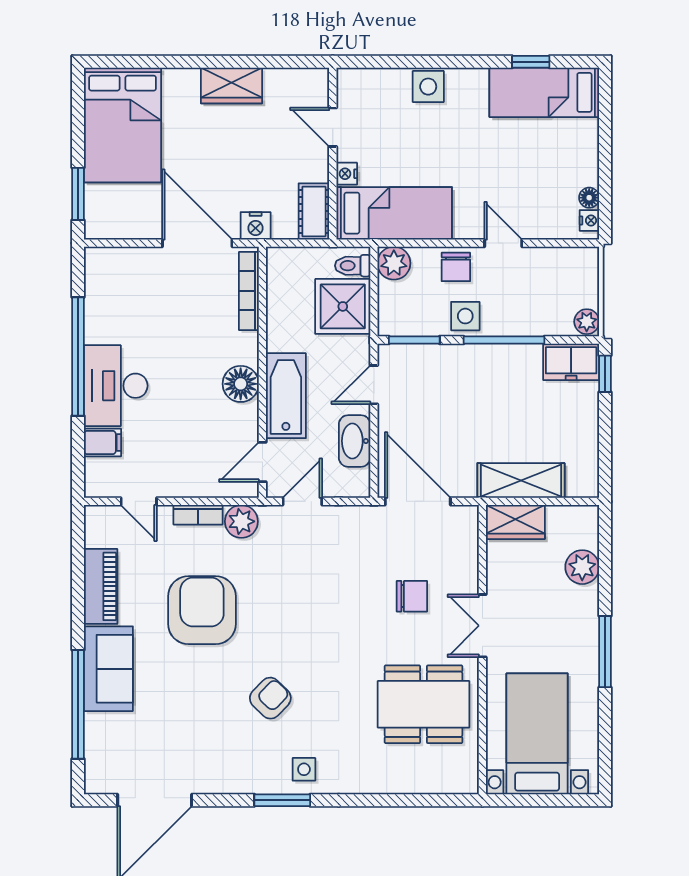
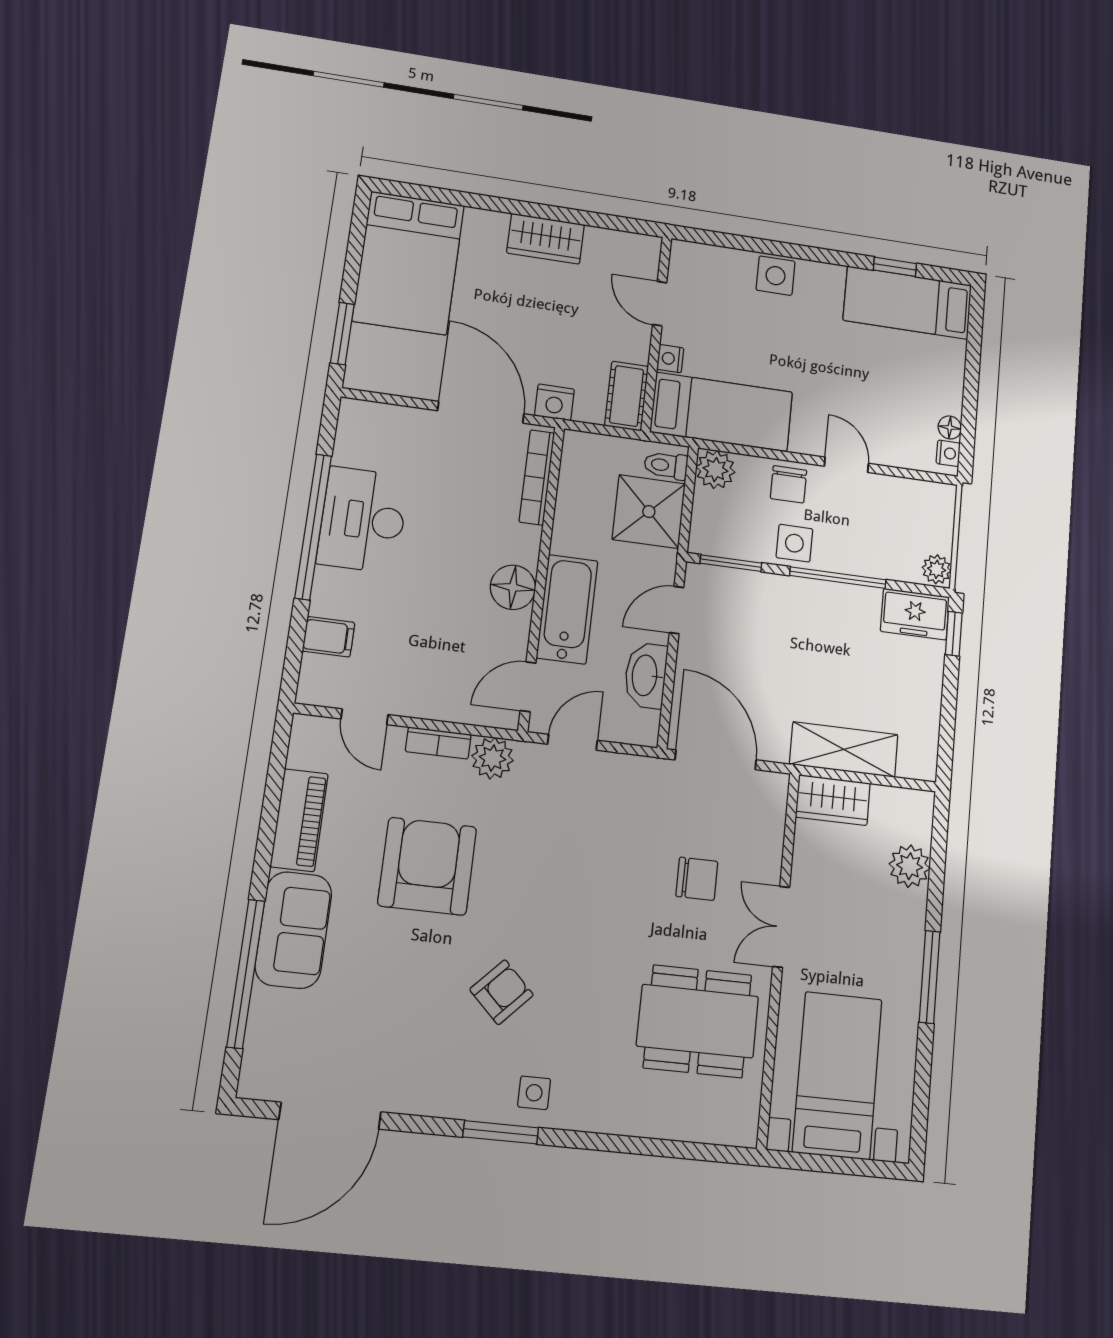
desk: (116, 386) -> (363, 520), moved

